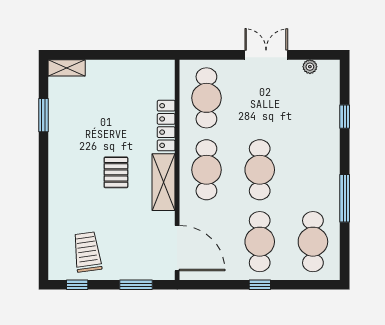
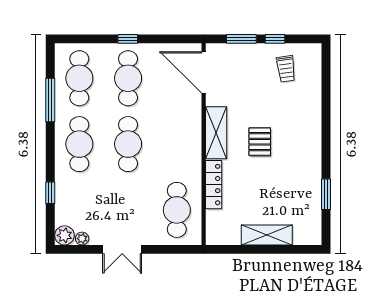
shelving: (67, 68) -> (267, 235), moved, width x1.50, depth x1.33
plant: (329, 70) -> (64, 235), added
cafe table: (206, 170) -> (79, 144), moved
window: (345, 198) -> (50, 100), moved
trolley: (87, 252) -> (286, 69), width x0.73, depth x0.72
window: (77, 285) -> (275, 39), moved

